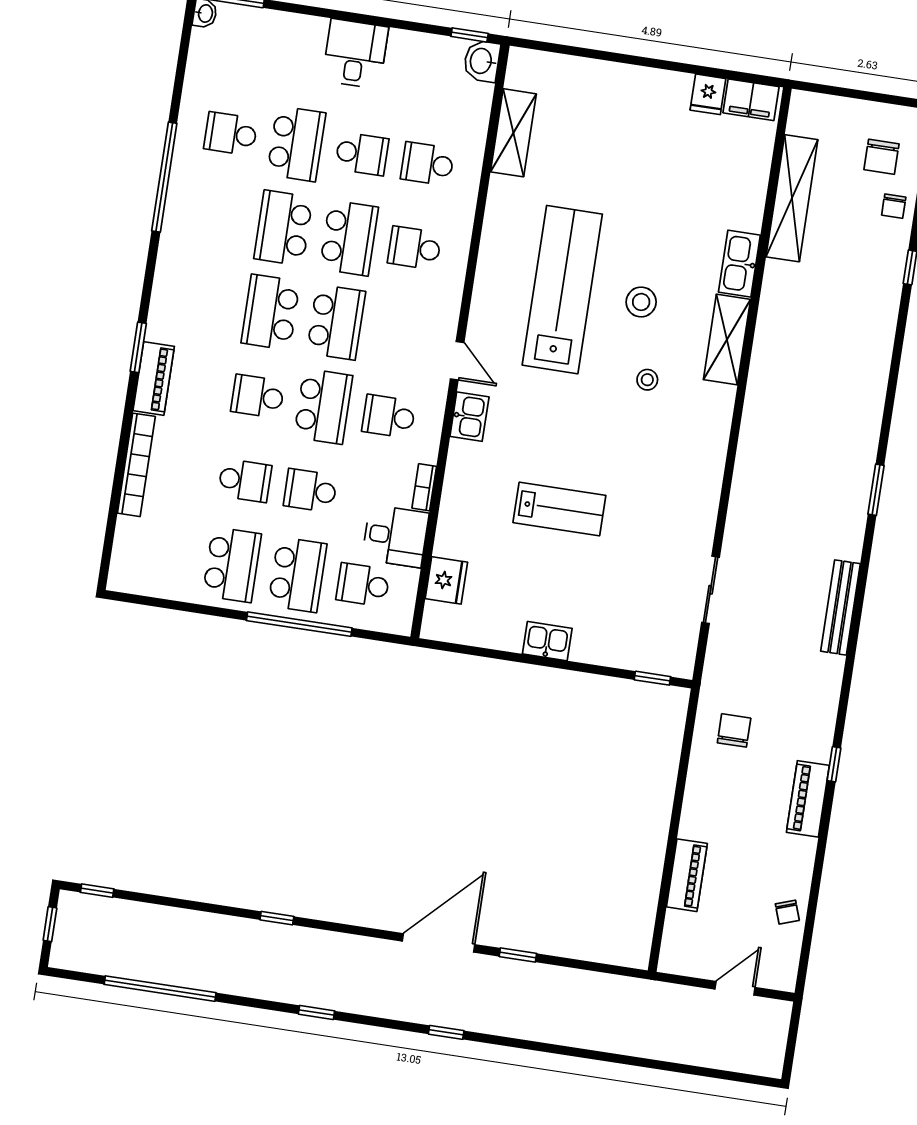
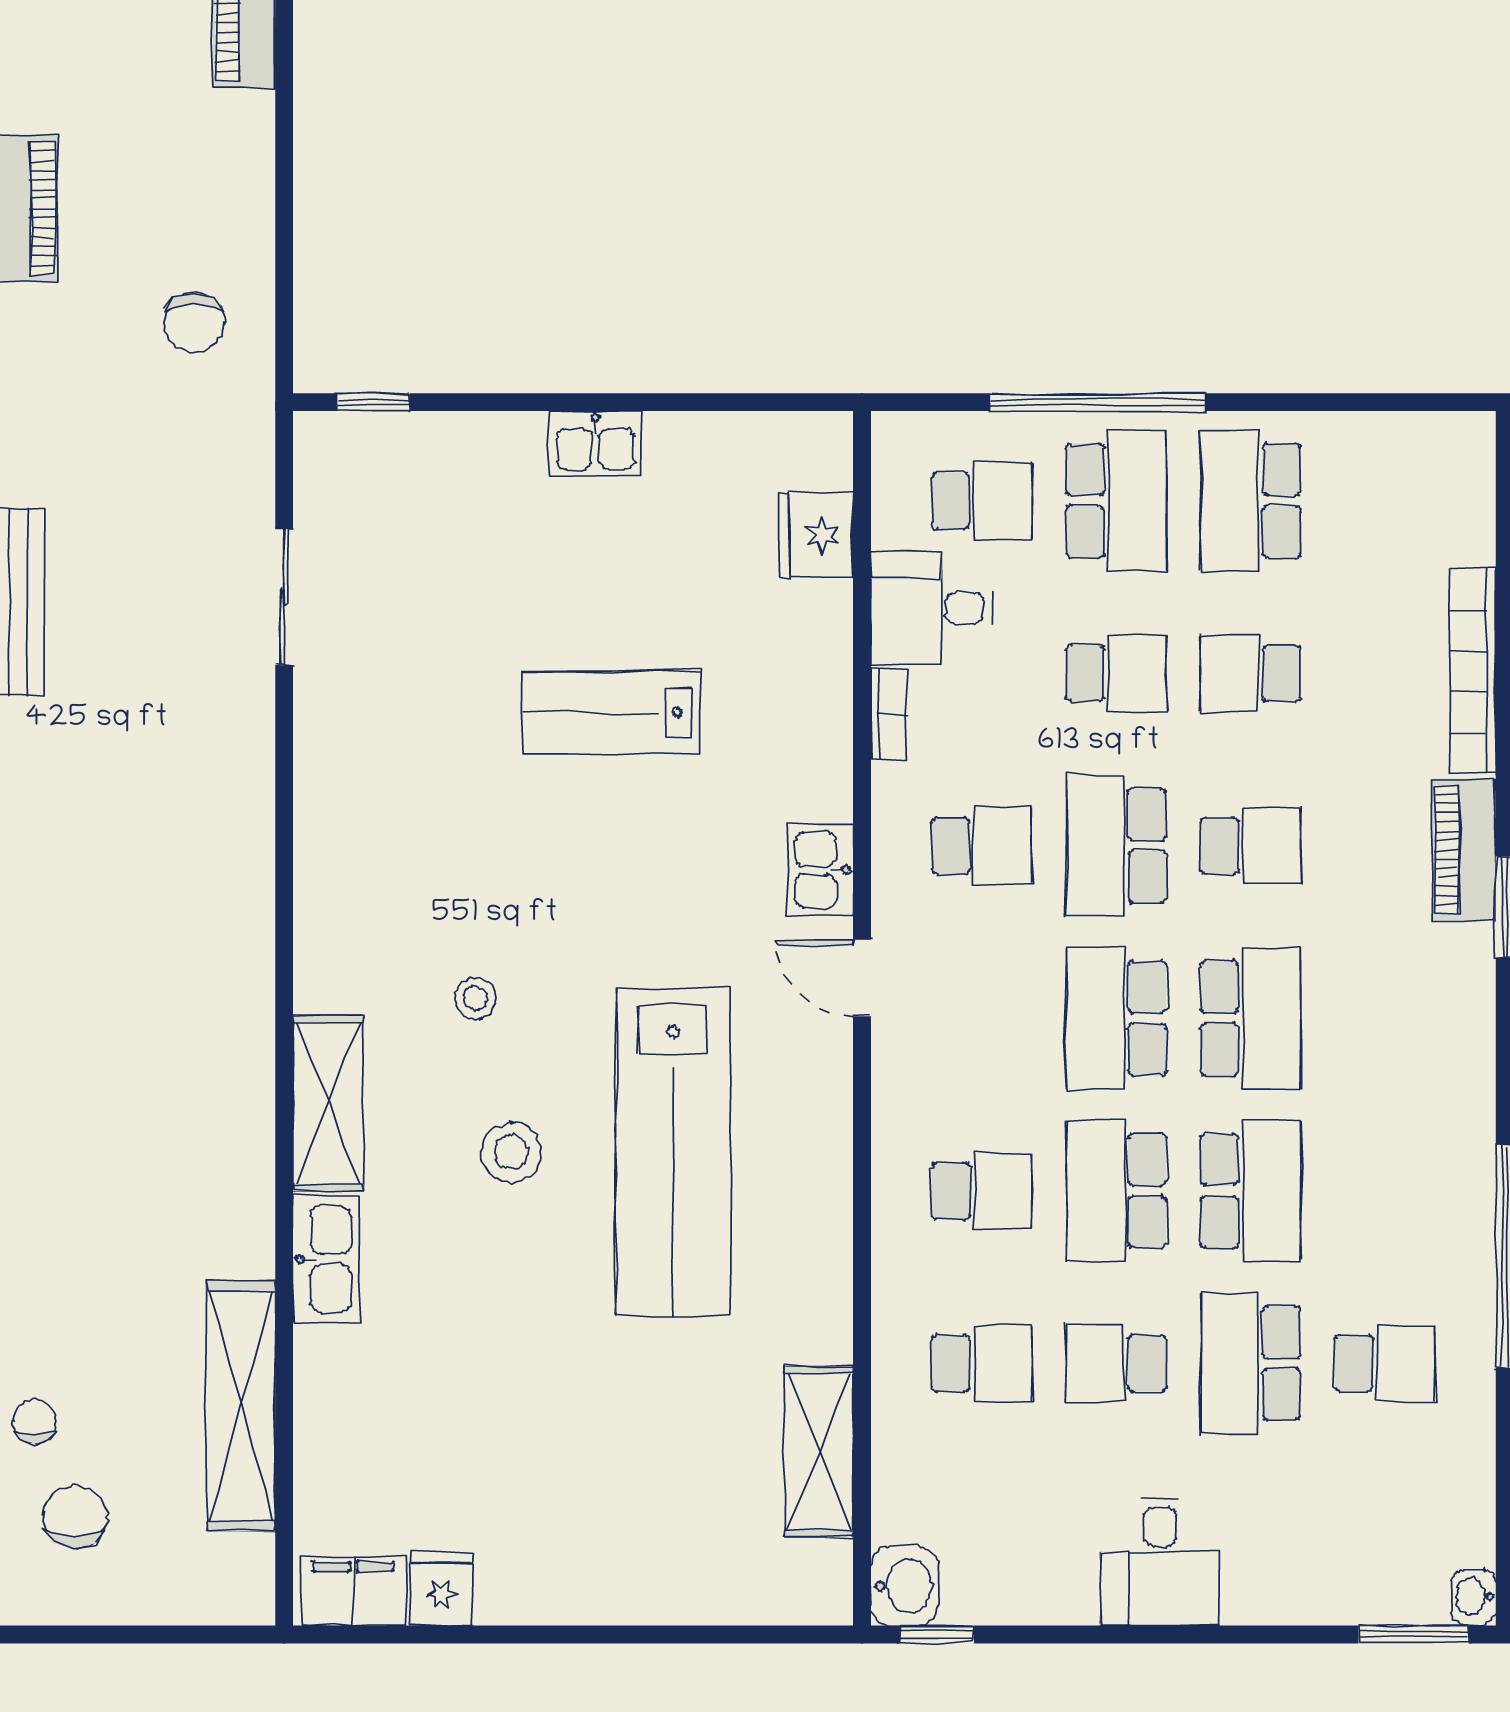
school desk: (297, 575) -> (1116, 501), turned 180

